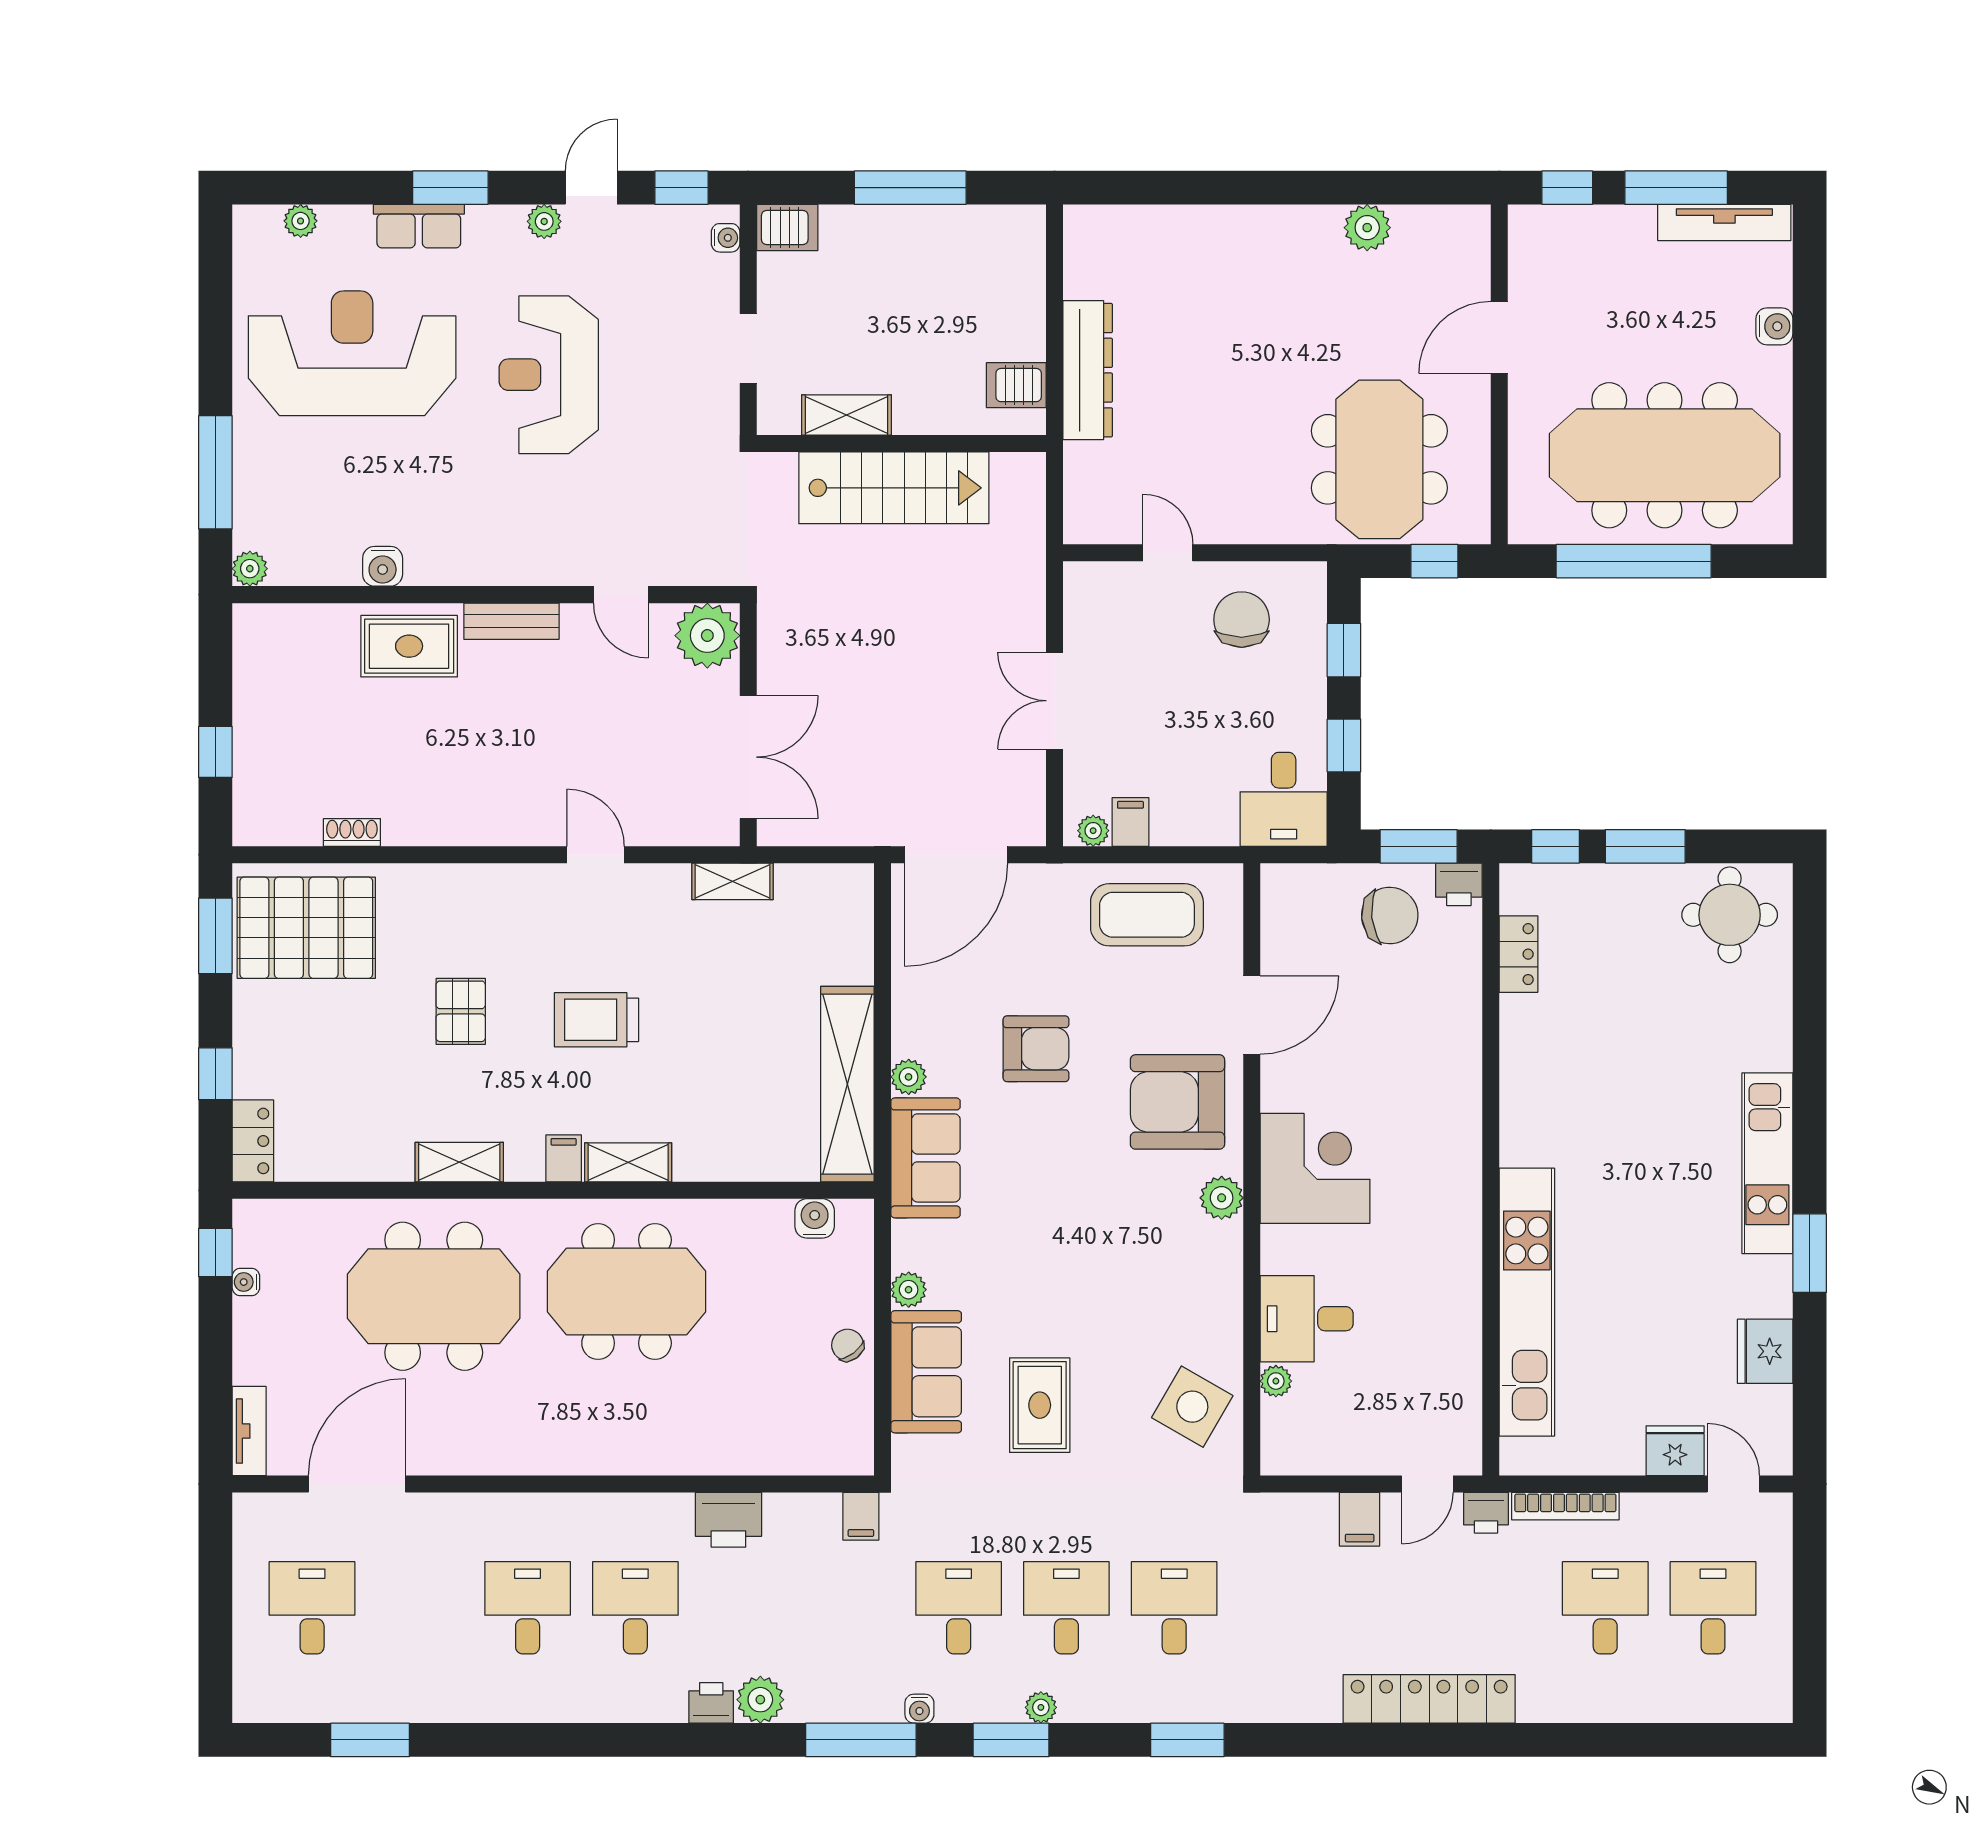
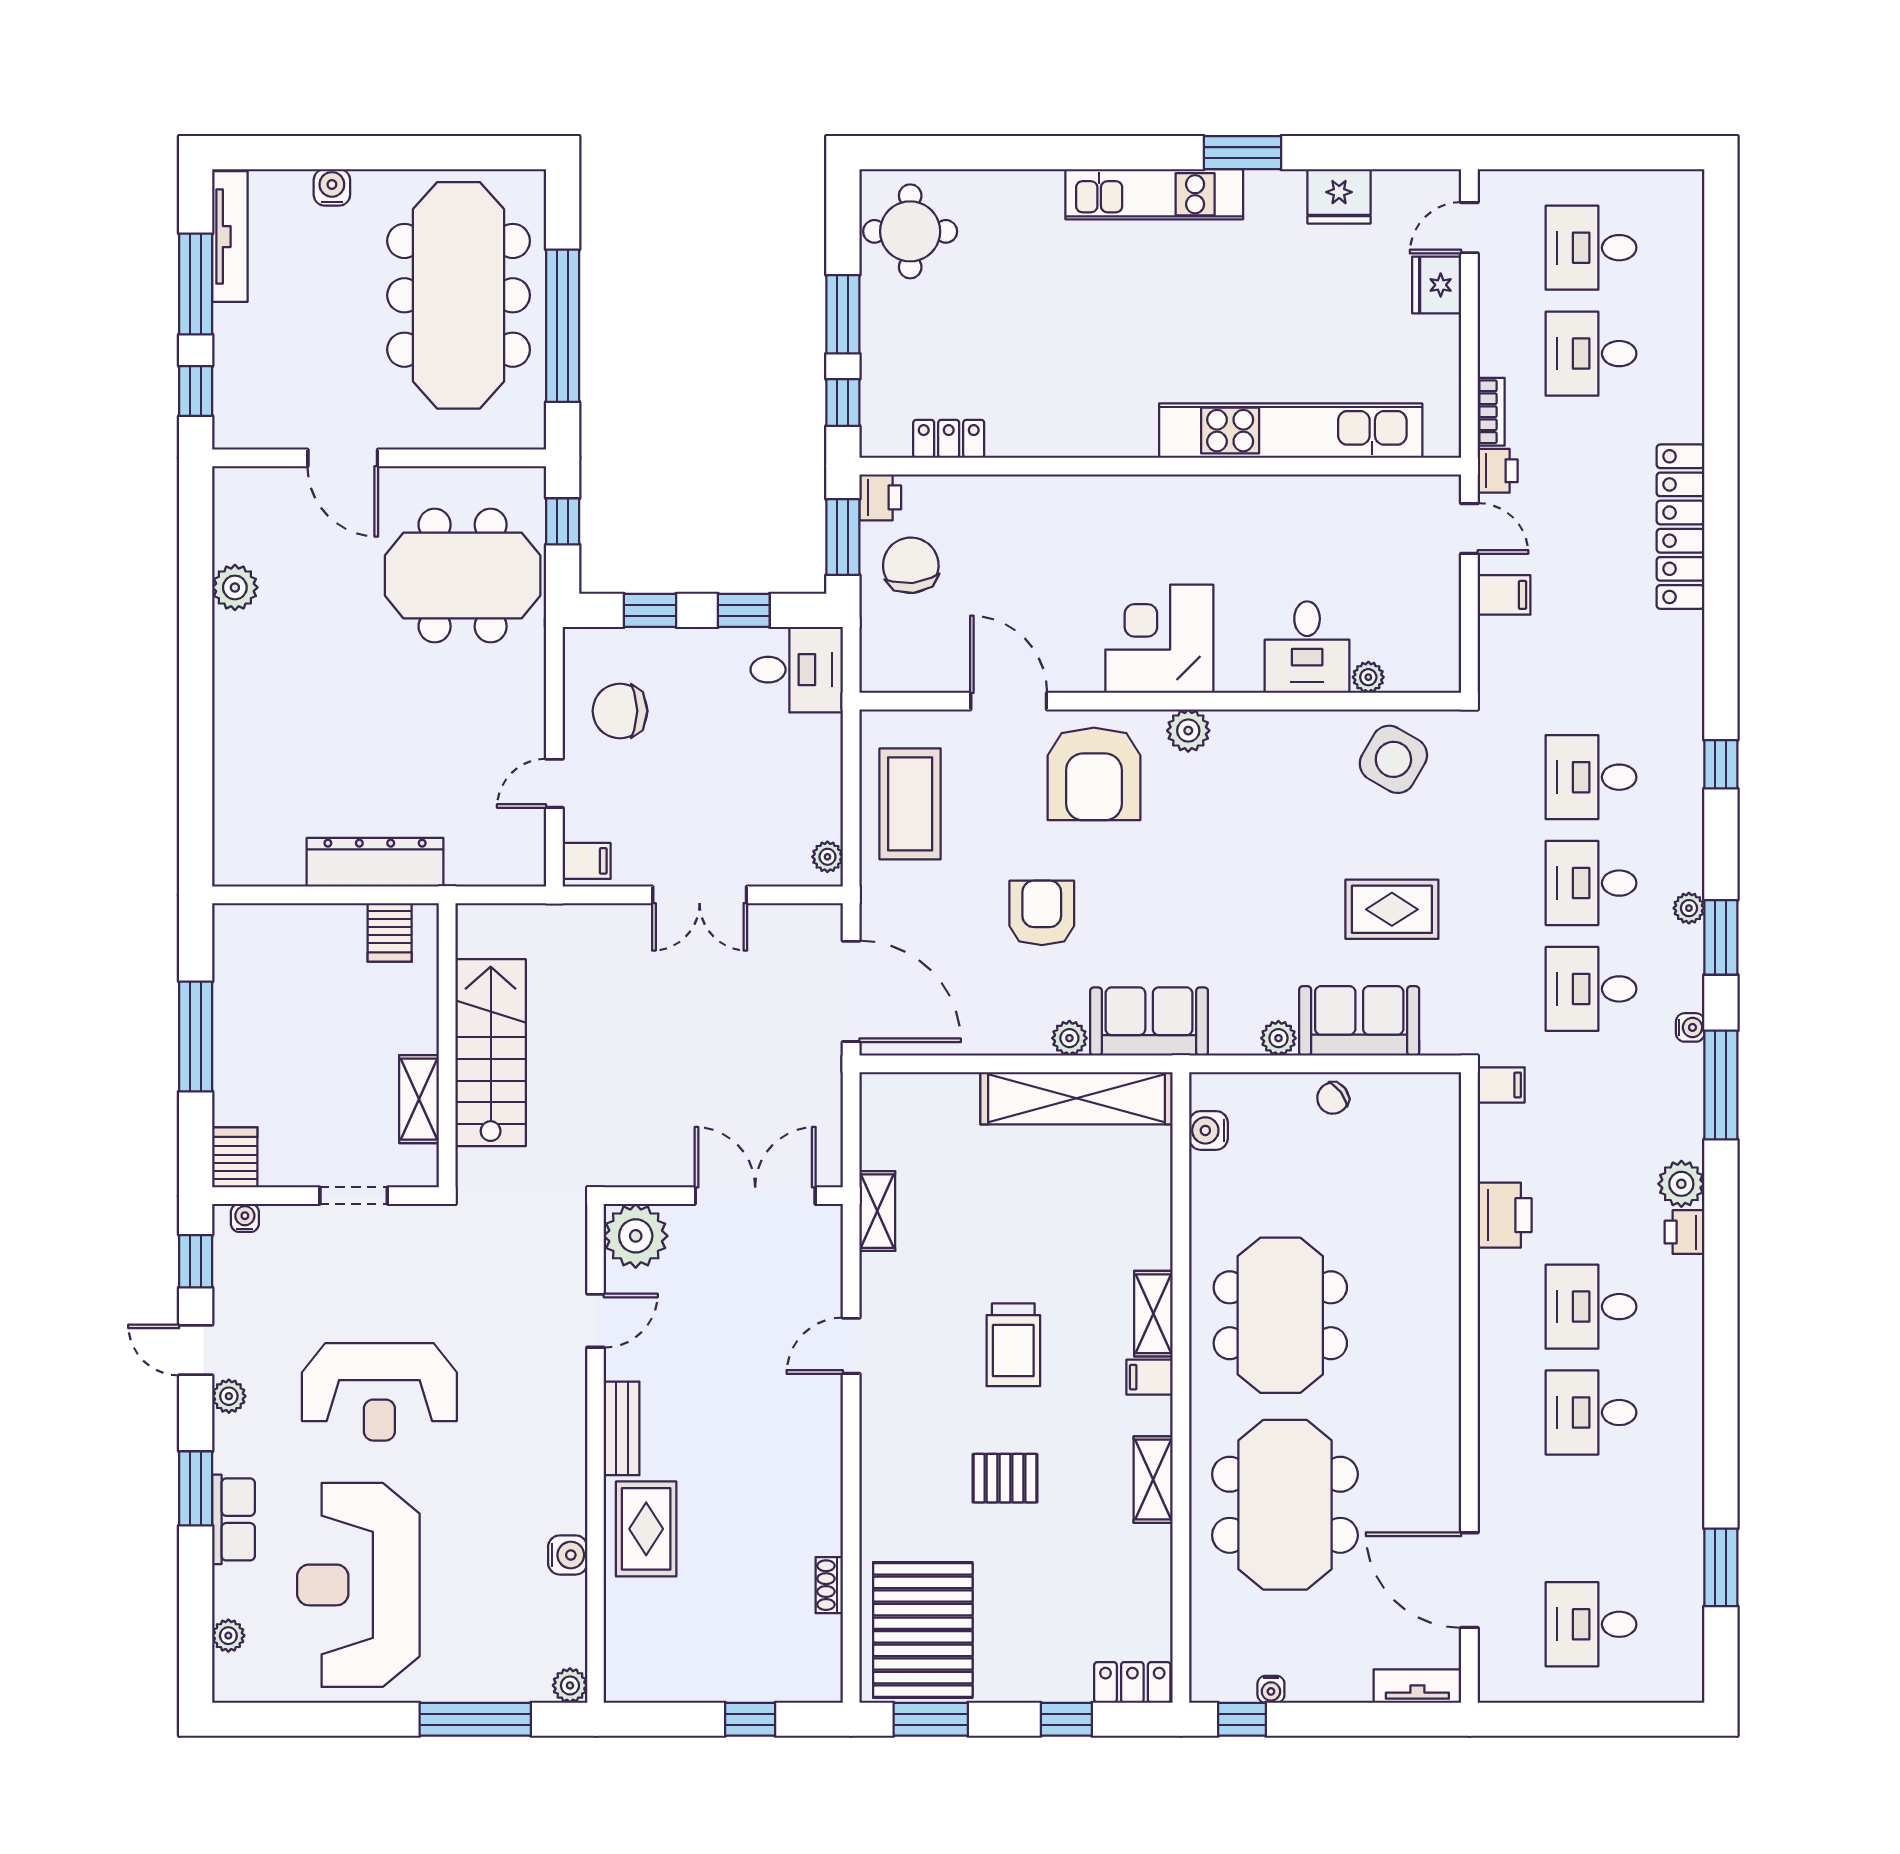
filing cabinet: (1130, 822) -> (587, 861), moved, turned 180
bookcase: (1565, 1506) -> (1491, 412), width x0.64
window: (1187, 1740) -> (1721, 764), width x0.67

